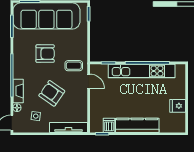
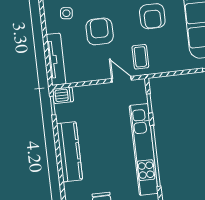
door: (89, 81) -> (121, 79), swing flipped
armchair: (52, 93) -> (100, 31), turned -35
dishwasher: (109, 125) -> (63, 95), moved

